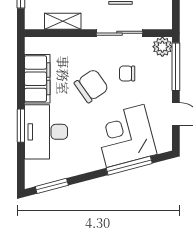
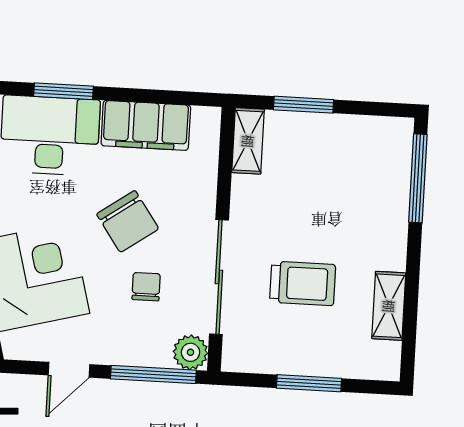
shelving: (63, 21) -> (248, 141), moved
sliding door: (119, 33) -> (219, 277), width x1.37

